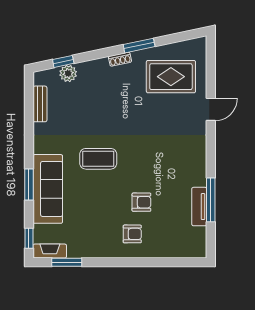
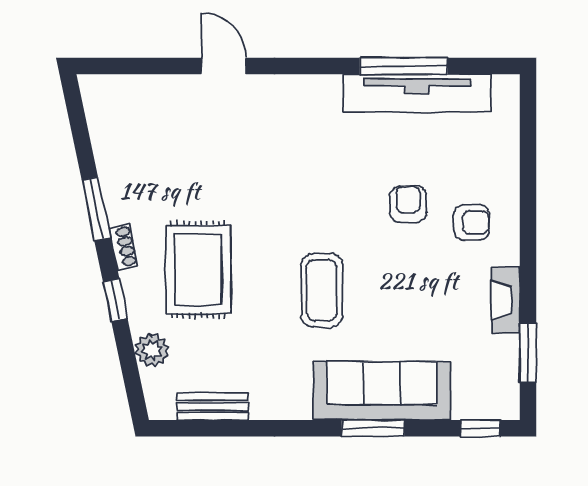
window: (63, 61) -> (115, 300), moved
rug: (171, 77) -> (198, 270), moved
tv unit: (199, 207) -> (417, 93), width x1.92, depth x1.29
armchair: (132, 234) -> (472, 223), turned 90
fireplace: (50, 251) -> (506, 300), moved

